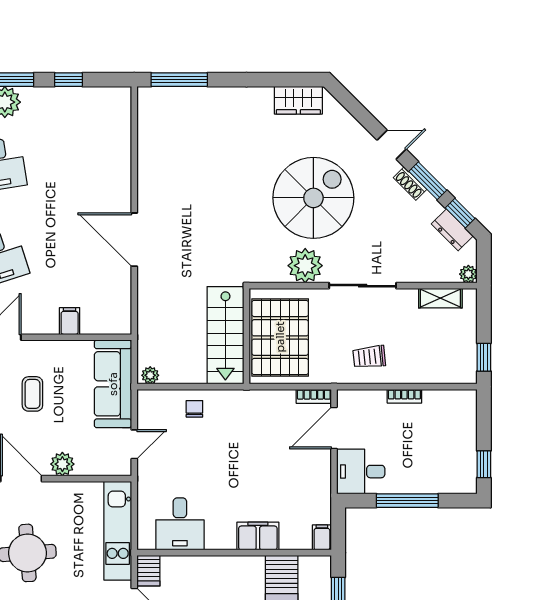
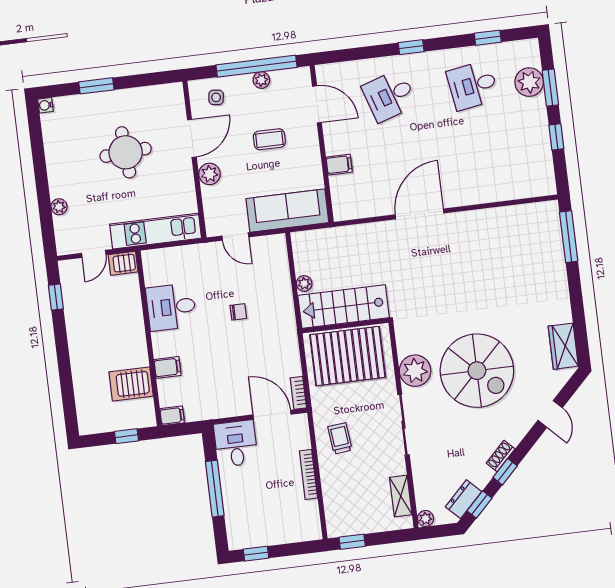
door: (392, 145) -> (550, 414), moved
window: (428, 181) -> (505, 472), width x0.67
plant: (150, 375) -> (304, 283), moved
bookcase: (404, 396) -> (308, 474), width x1.56
chair: (194, 409) -> (238, 312), moved
desk: (180, 524) -> (171, 307), moved
filing cabinet: (258, 536) -> (167, 367), width x0.50

